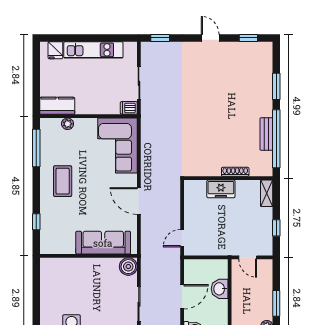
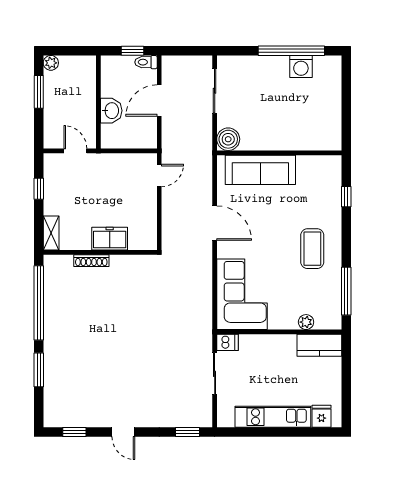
bench: (266, 134) -> (51, 309), removed

